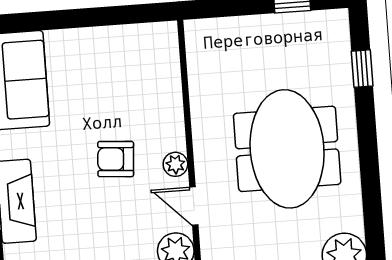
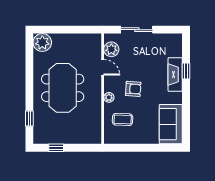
coffee table: (136, 83) -> (123, 119), added
plant: (175, 164) -> (109, 97), moved

